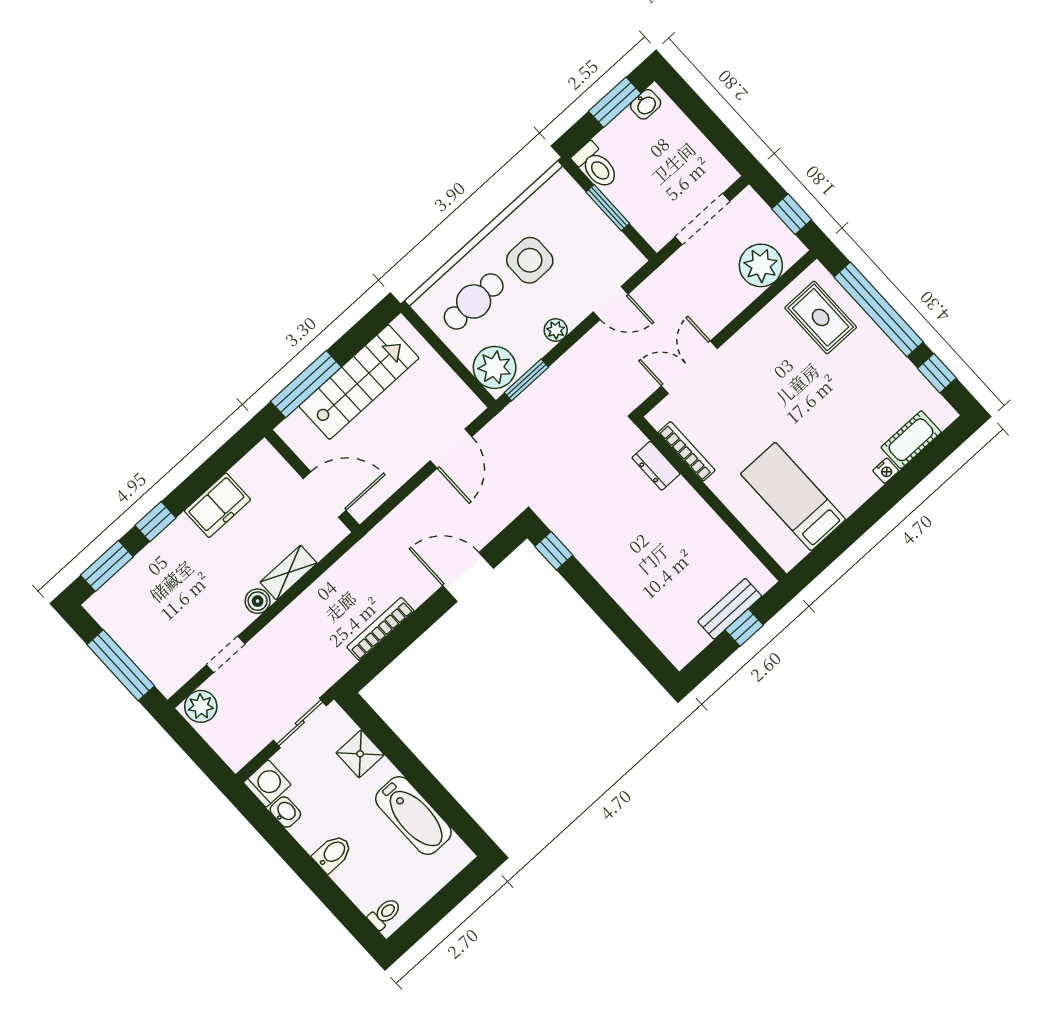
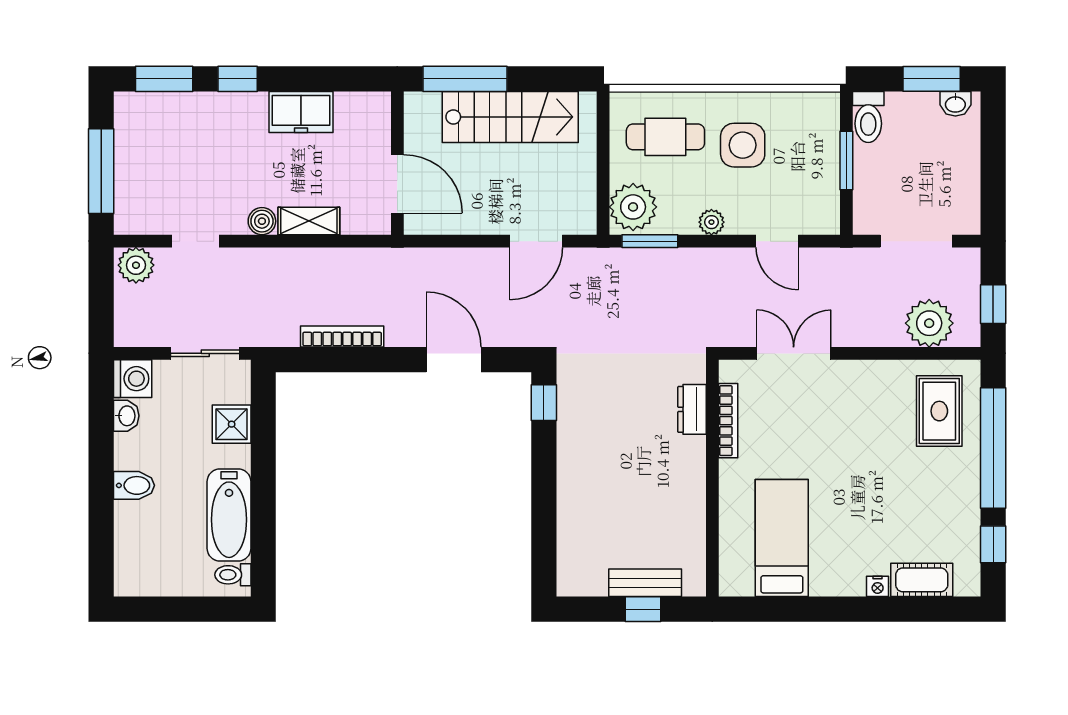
toilet: (385, 914) -> (233, 575), moved, turned 180

